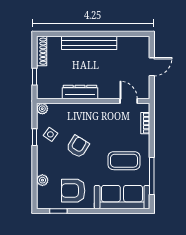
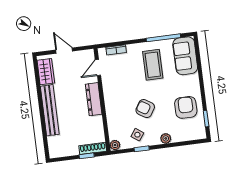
wardrobe: (131, 44) -> (46, 72), added
shoe rack: (42, 51) -> (93, 148), moved
dresser: (80, 92) -> (94, 99), moved
plant: (42, 180) -> (166, 138), moved
armchair: (73, 191) -> (186, 107), turned 180
sofa: (122, 197) -> (185, 56), width x0.73

